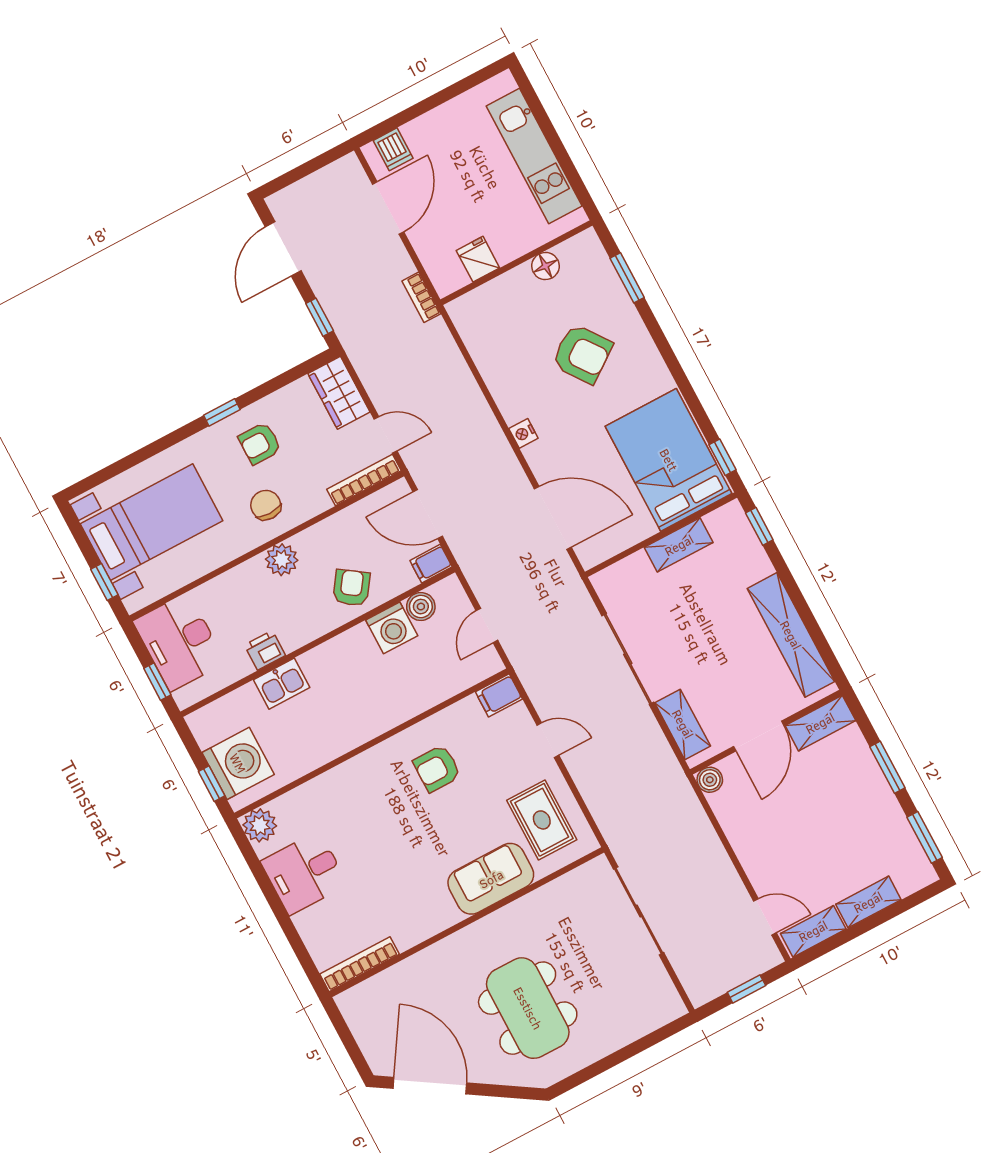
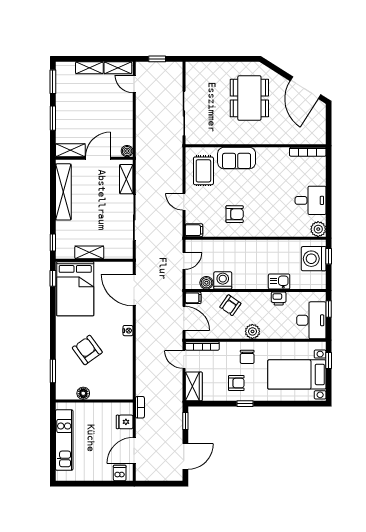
fridge: (478, 259) -> (125, 422), moved, turned 90

